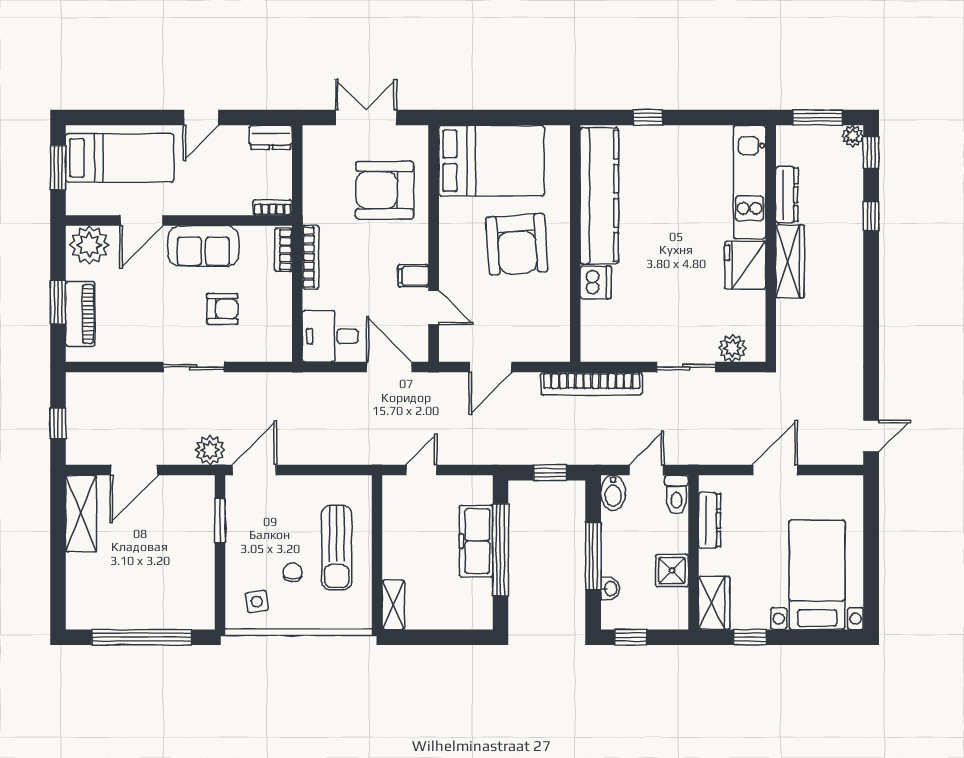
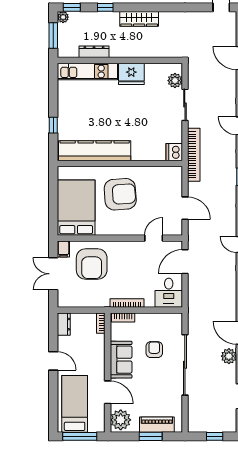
window: (58, 168) -> (80, 436), width x1.44
wardrobe: (790, 261) -> (139, 19), moved, turned 180
filing cabinet: (413, 276) -> (63, 249), moved
dishwasher: (596, 282) -> (174, 152), moved, turned -90
sliding door: (193, 367) -> (185, 365), width x1.86

